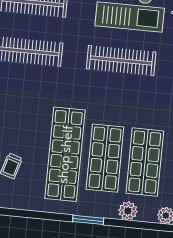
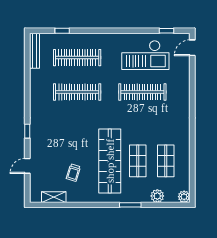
shop shelf: (105, 158) -> (138, 161), width x0.70, depth x0.74
shop shelf: (145, 162) -> (166, 161), width x0.70, depth x0.74

